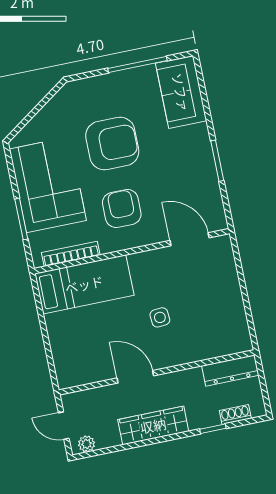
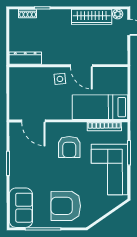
armchair: (112, 144) -> (66, 206), moved
dresser: (230, 370) -> (25, 58), moved
wall: (157, 372) -> (68, 66), moved
door: (135, 377) -> (81, 66), moved
wardrobe: (153, 425) -> (92, 17), moved

